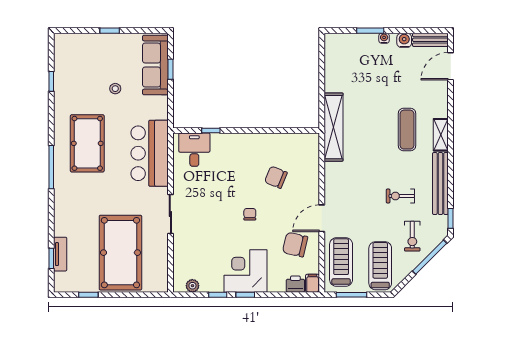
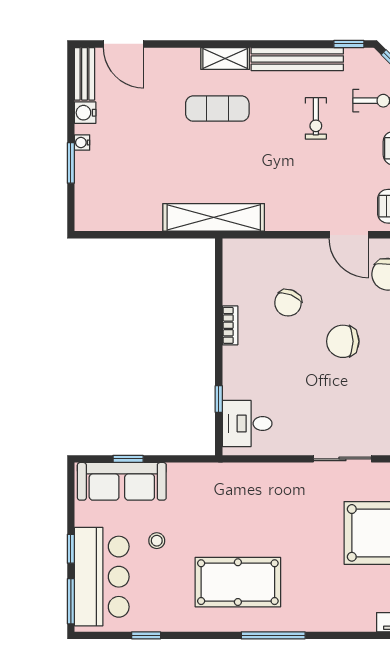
window: (74, 31) -> (71, 601), added
bookcase: (261, 138) -> (230, 325), added
bar counter: (150, 153) -> (102, 577), moved, turned -90
chair: (250, 214) -> (343, 341), width x1.87, depth x1.87

